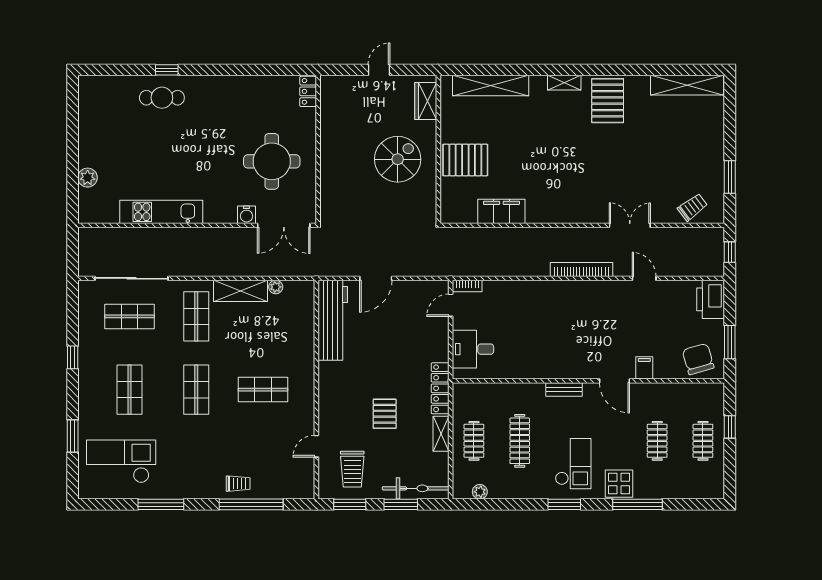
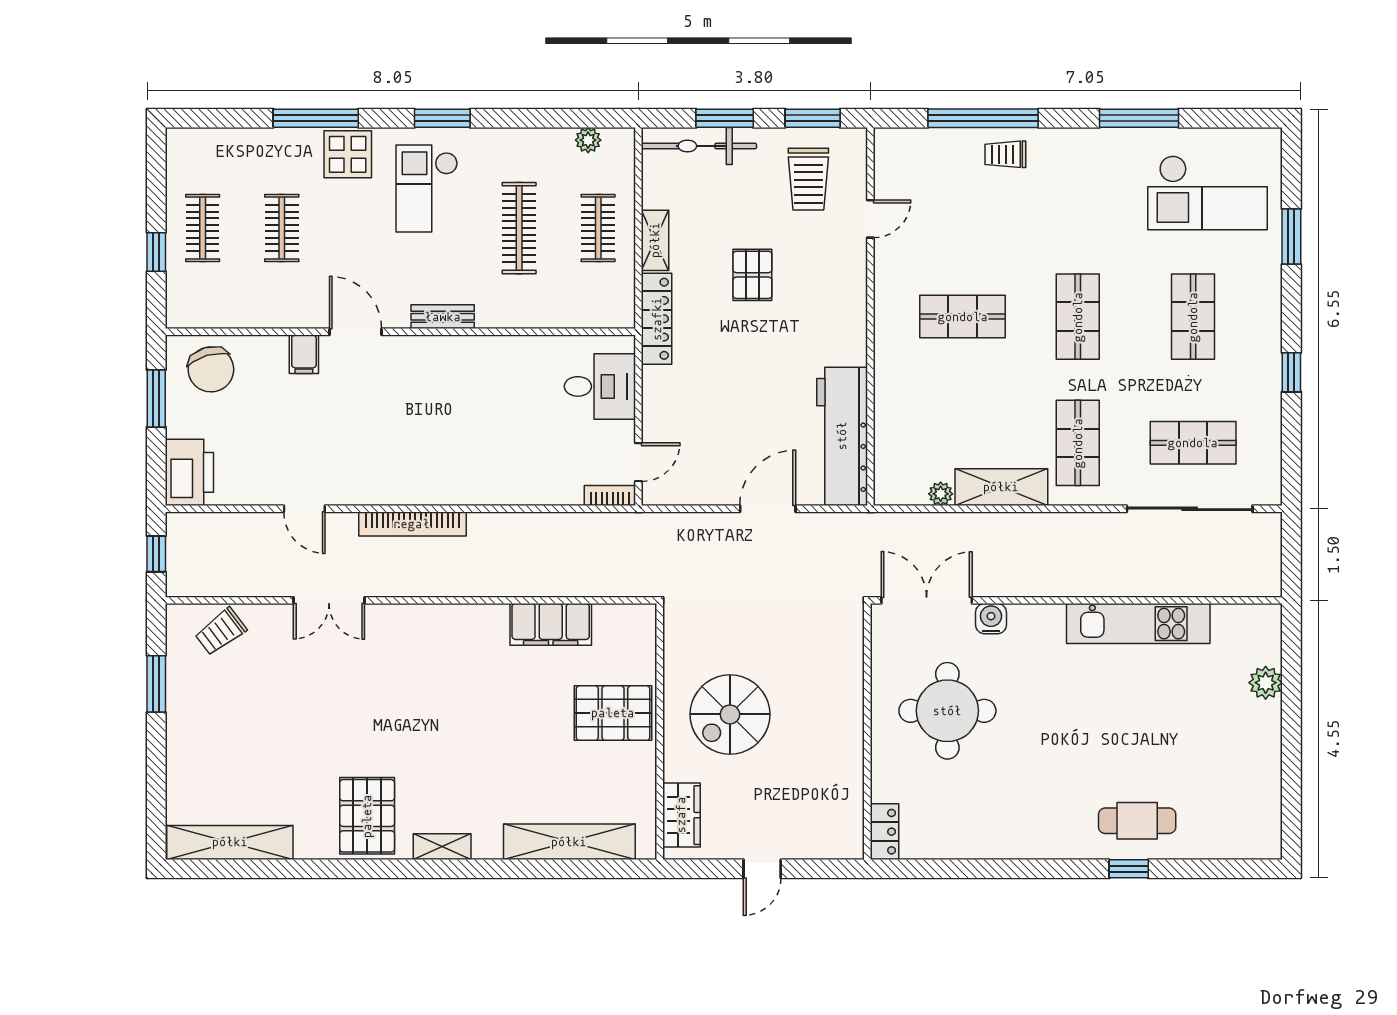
trolley: (352, 469) -> (808, 179), turned 180

